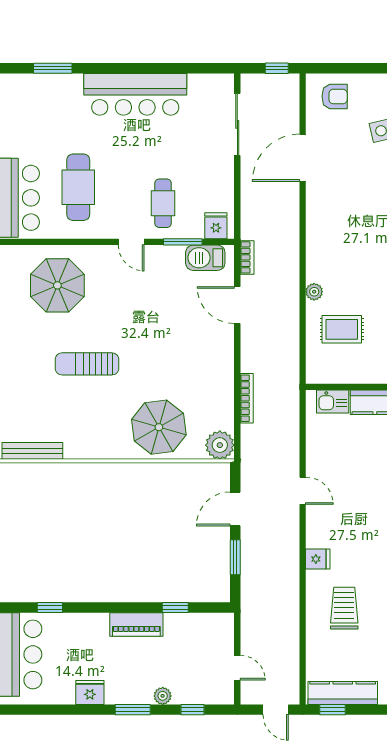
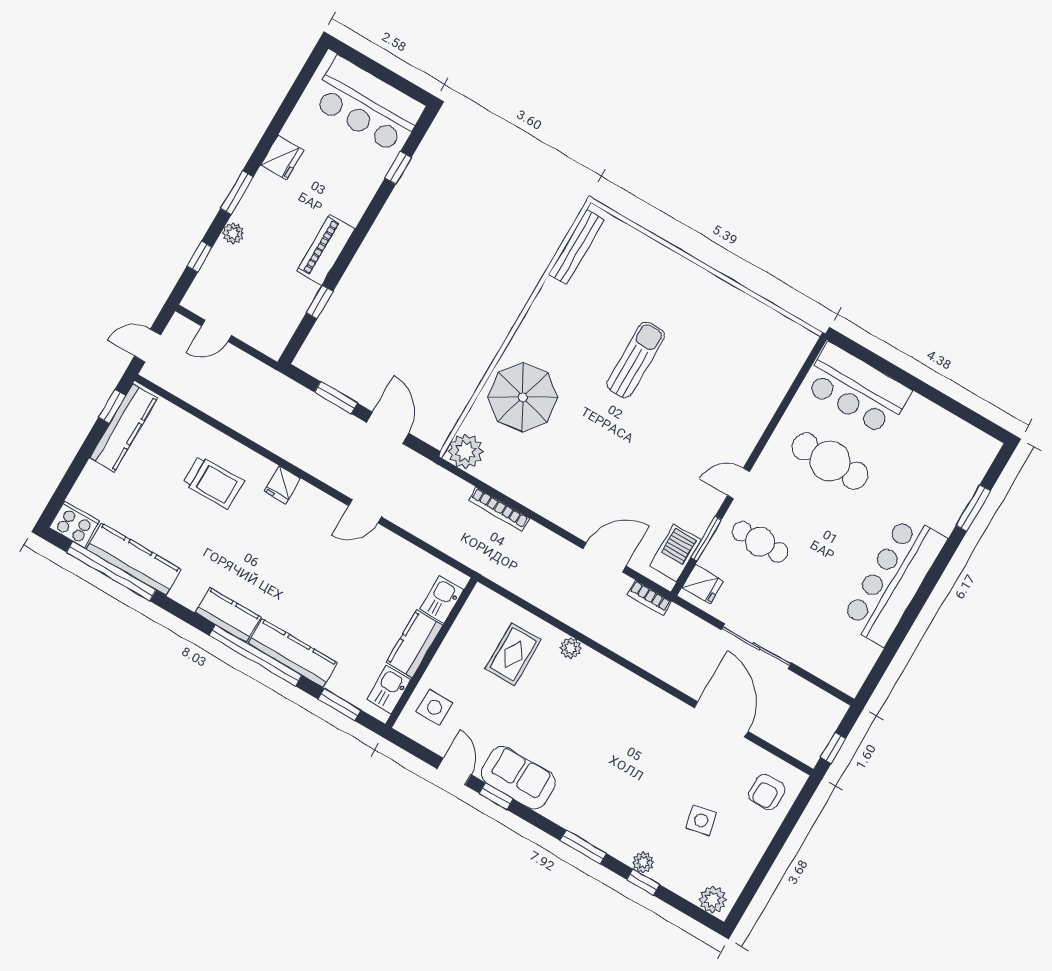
sliding door: (237, 124) -> (756, 646), moved
parasol: (57, 285) -> (738, 377), removed

